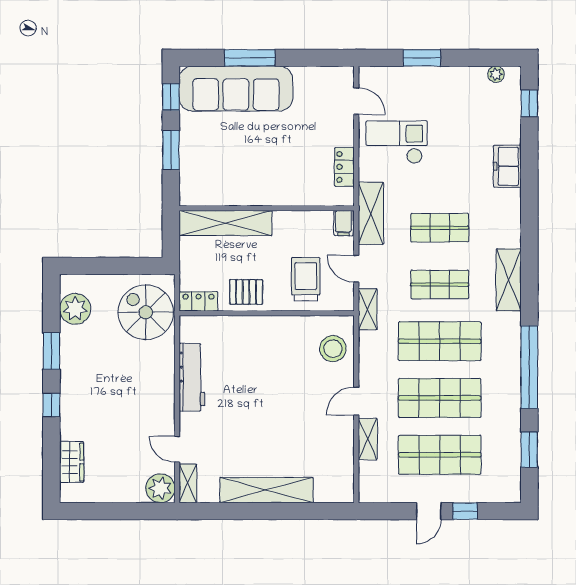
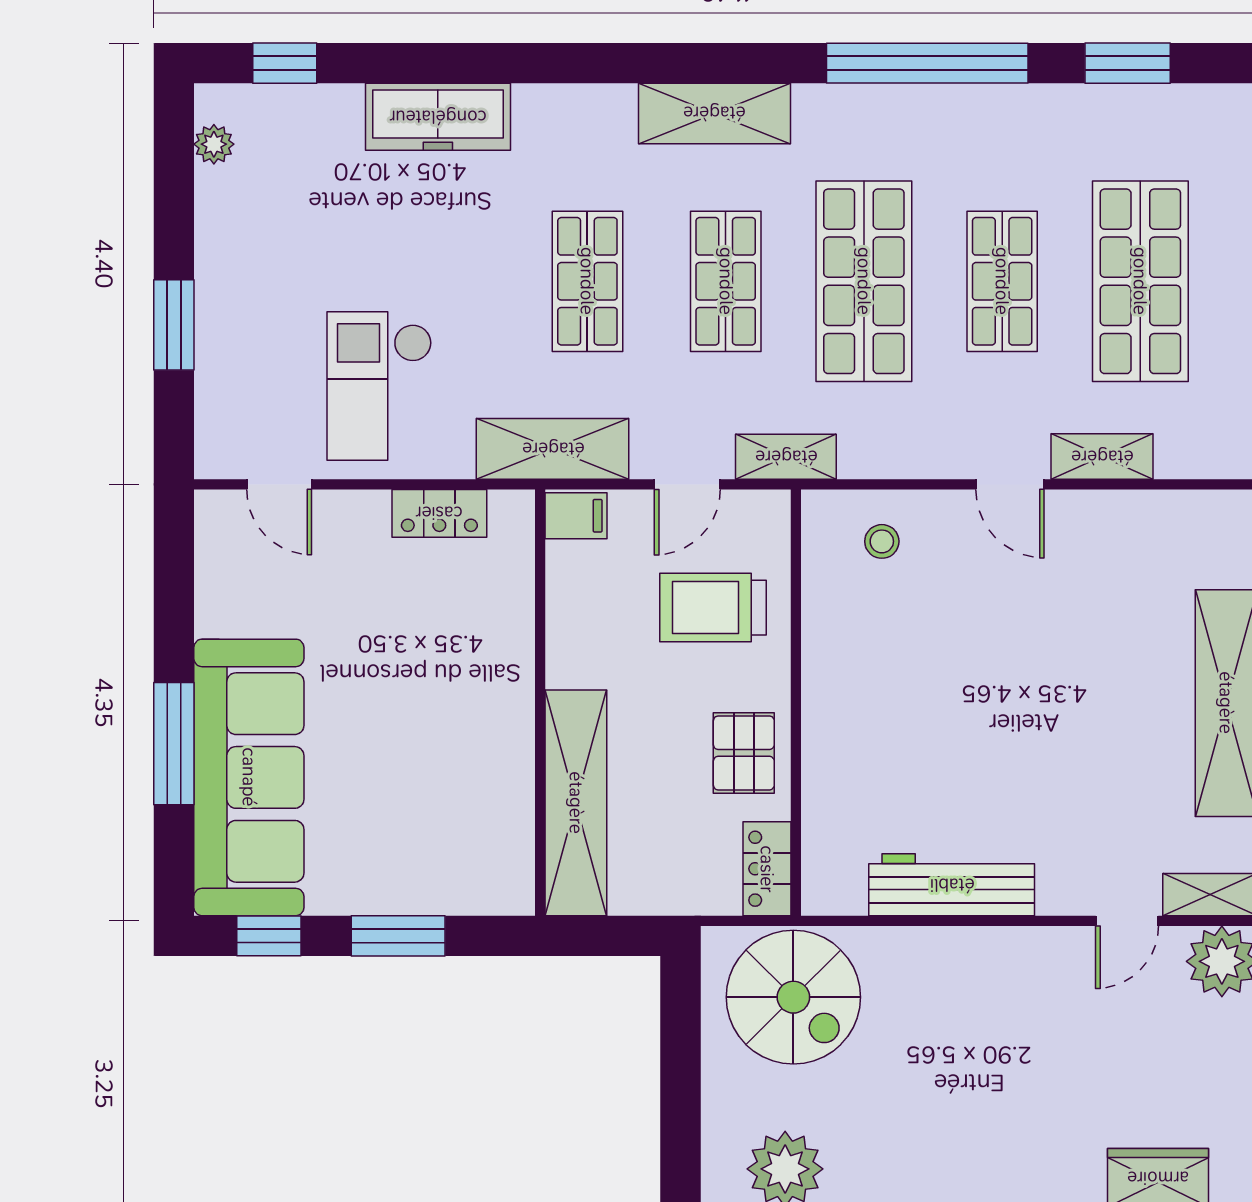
door: (356, 101) -> (279, 484), swing flipped
freezer: (507, 166) -> (438, 117), width x1.40
spiral stairs: (146, 312) -> (793, 997), turned -90
stool: (333, 349) -> (882, 541), width x0.53, depth x0.53
shop shelf: (440, 398) -> (1002, 281), width x0.70, depth x0.74

